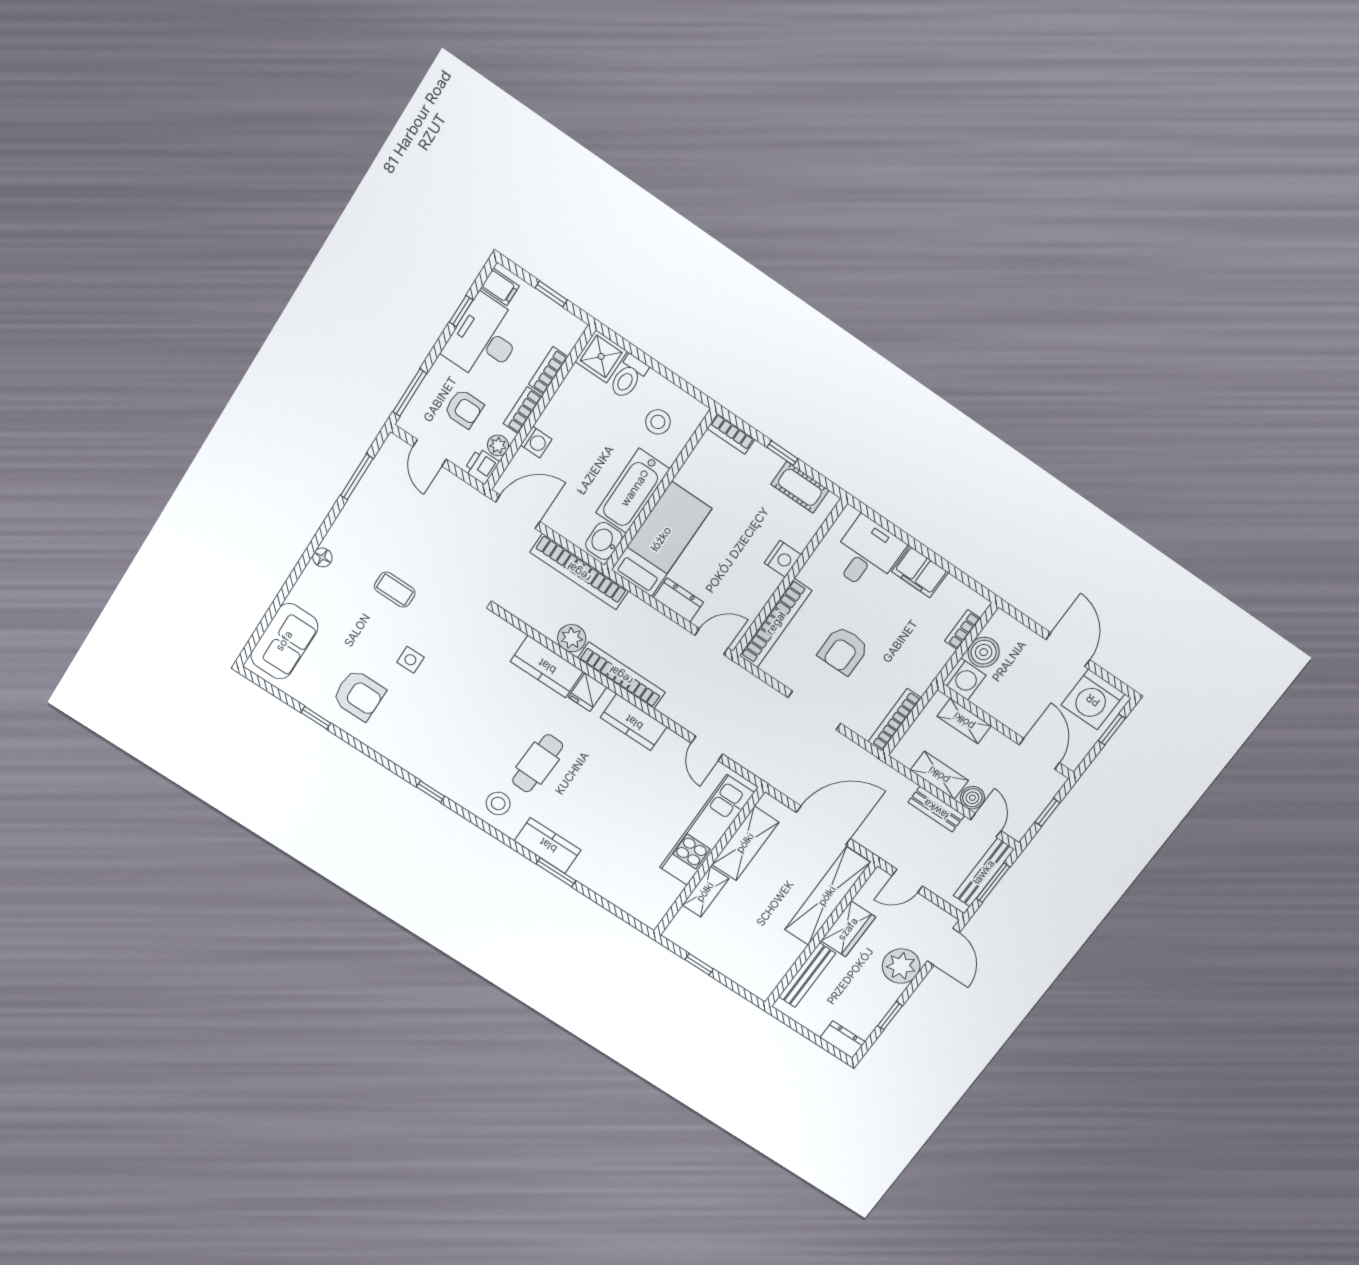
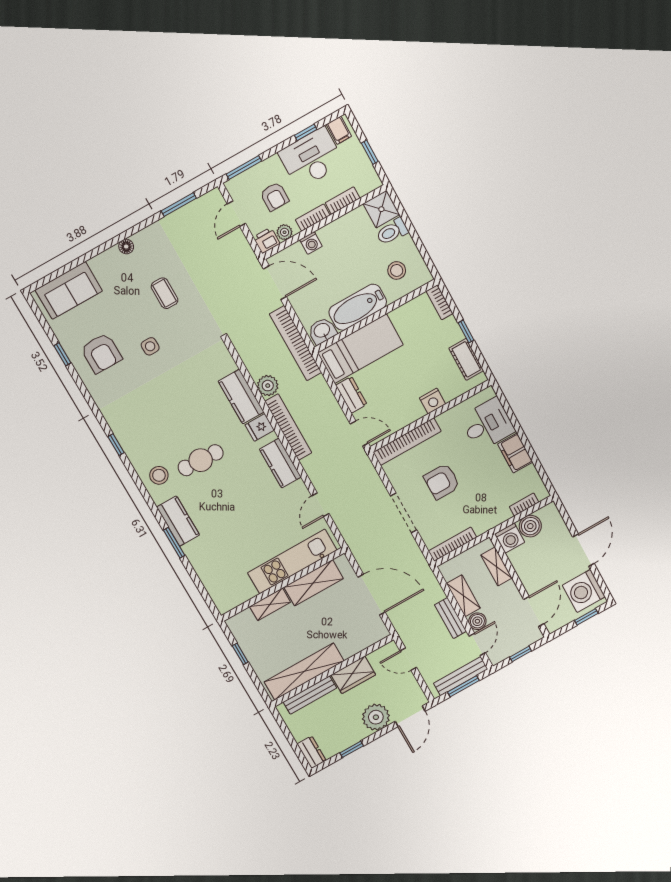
shelving: (827, 896) -> (304, 671), moved

